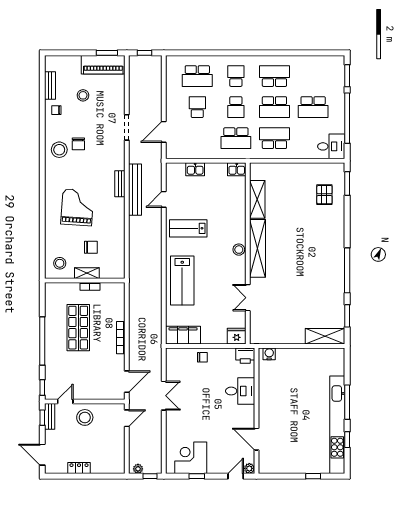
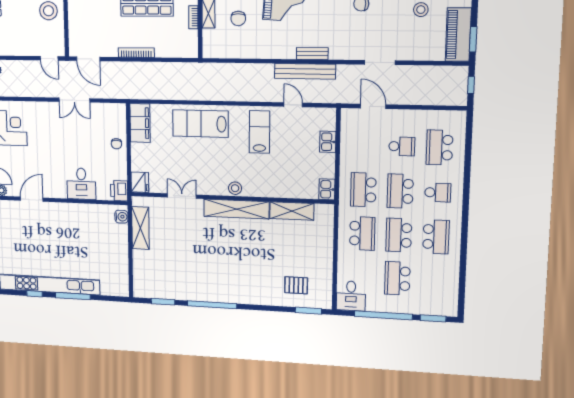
school desk: (236, 107) -> (400, 191), width x1.85
shelving: (325, 336) -> (140, 228), moved

